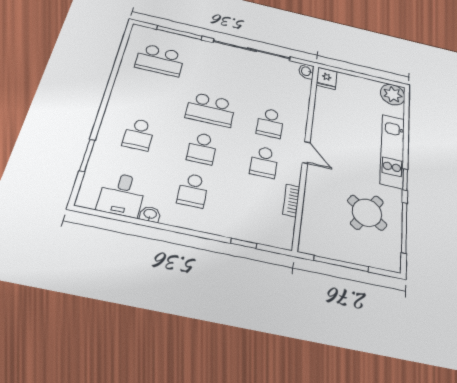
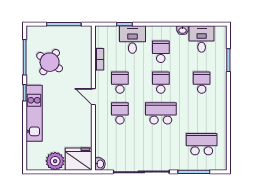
fridge: (327, 78) -> (79, 159), width x1.88, depth x1.34
plant: (393, 95) -> (55, 161), moved
desk: (235, 218) -> (132, 40), added

